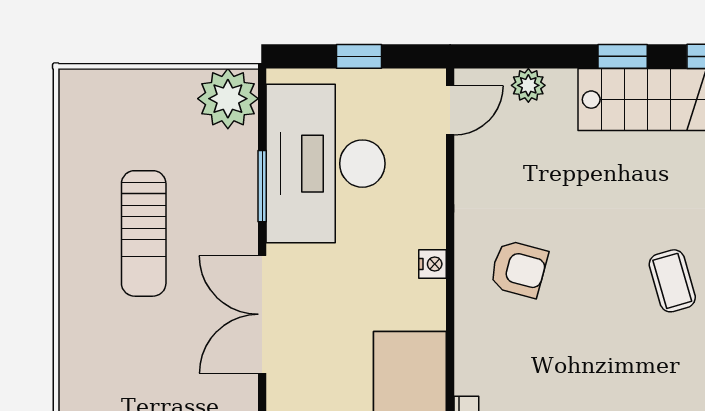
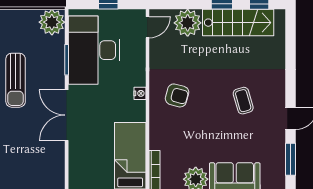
plant: (528, 85) -> (188, 23), width x1.87, depth x1.87

